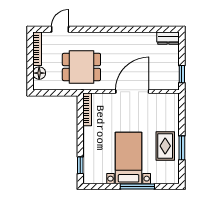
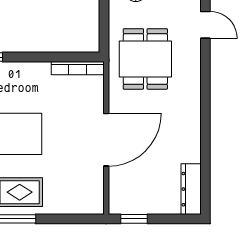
dresser: (168, 38) -> (191, 189), width x1.44
door: (132, 92) -> (106, 140), hinge flipped

